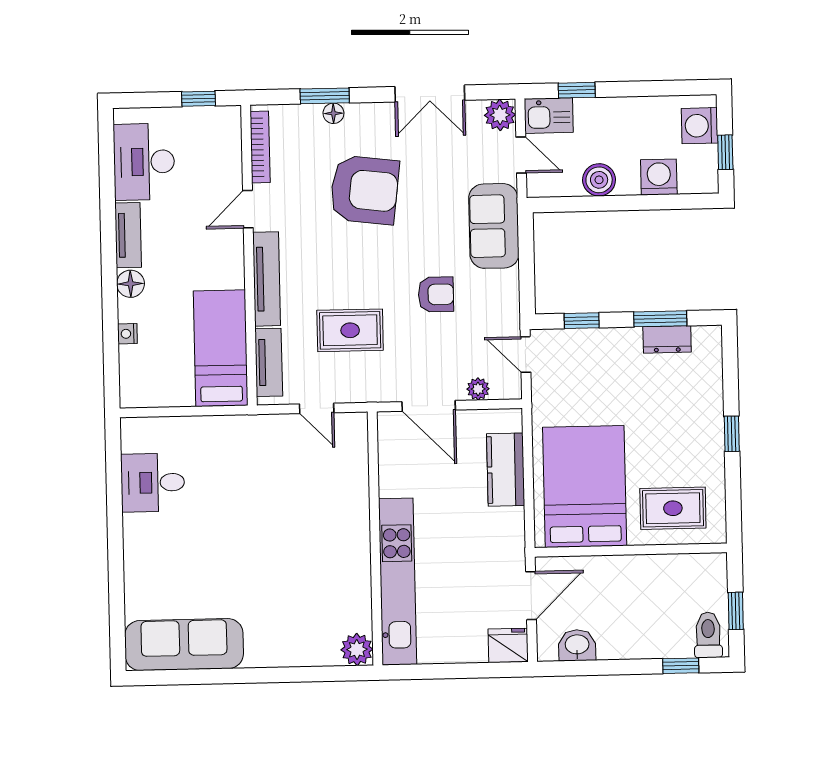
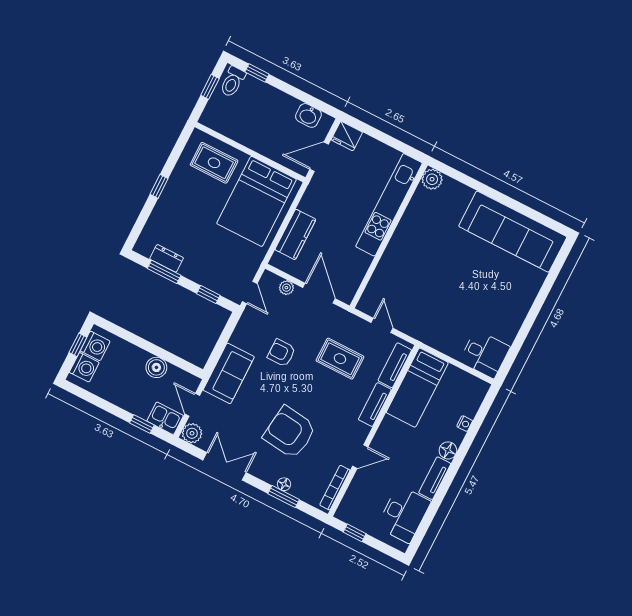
washing machine: (659, 177) -> (95, 346), moved, turned -90
tv unit: (267, 279) -> (375, 405), width x0.71
desk: (153, 483) -> (485, 354), moved
sofa: (184, 645) -> (513, 232), width x1.36, depth x1.27

